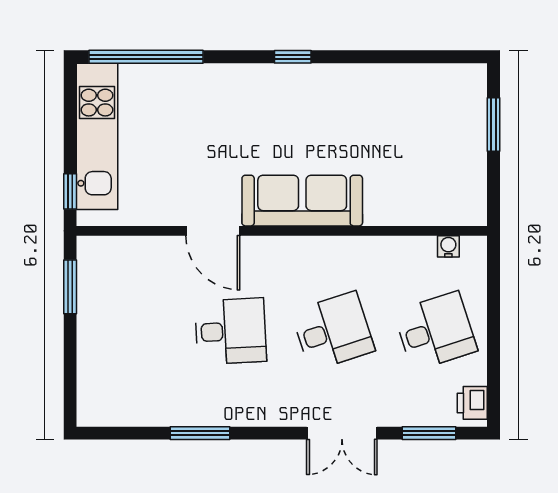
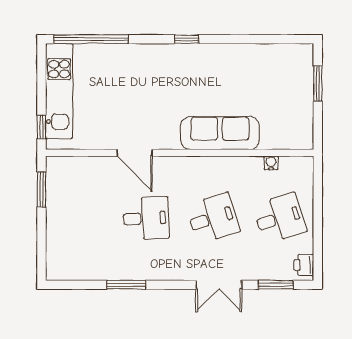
sofa: (302, 201) -> (220, 133), moved
water cooler: (448, 246) -> (271, 163), moved

